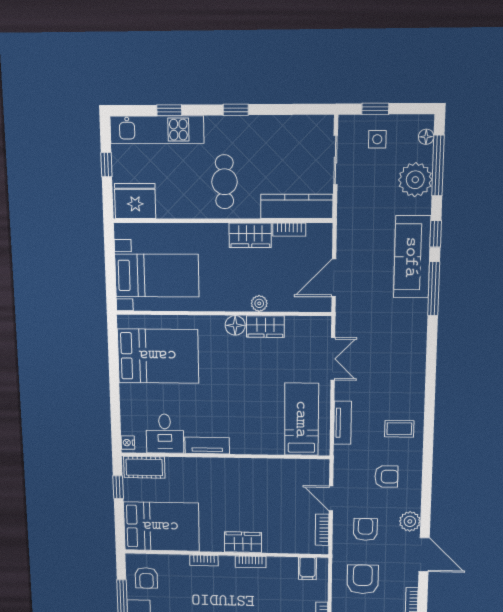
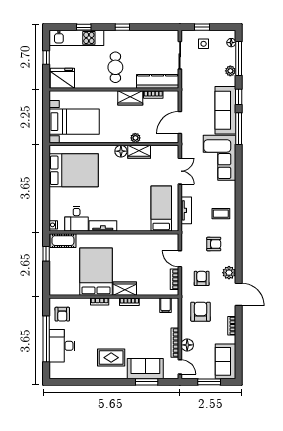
plant: (415, 180) -> (230, 71), width x0.53, depth x0.53
corner sofa: (400, 337) -> (219, 158), added
bed: (161, 527) -> (96, 272), moved, turned -90

